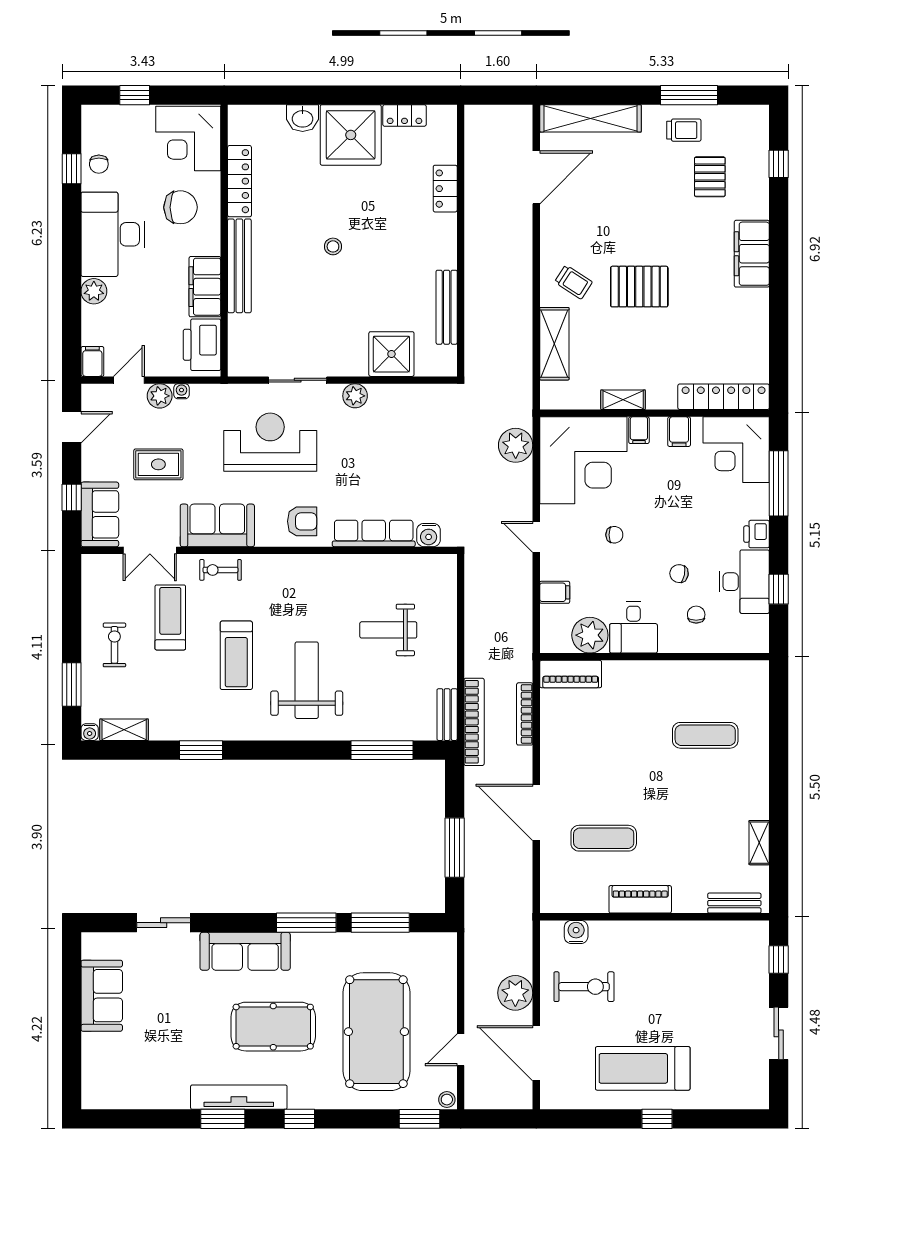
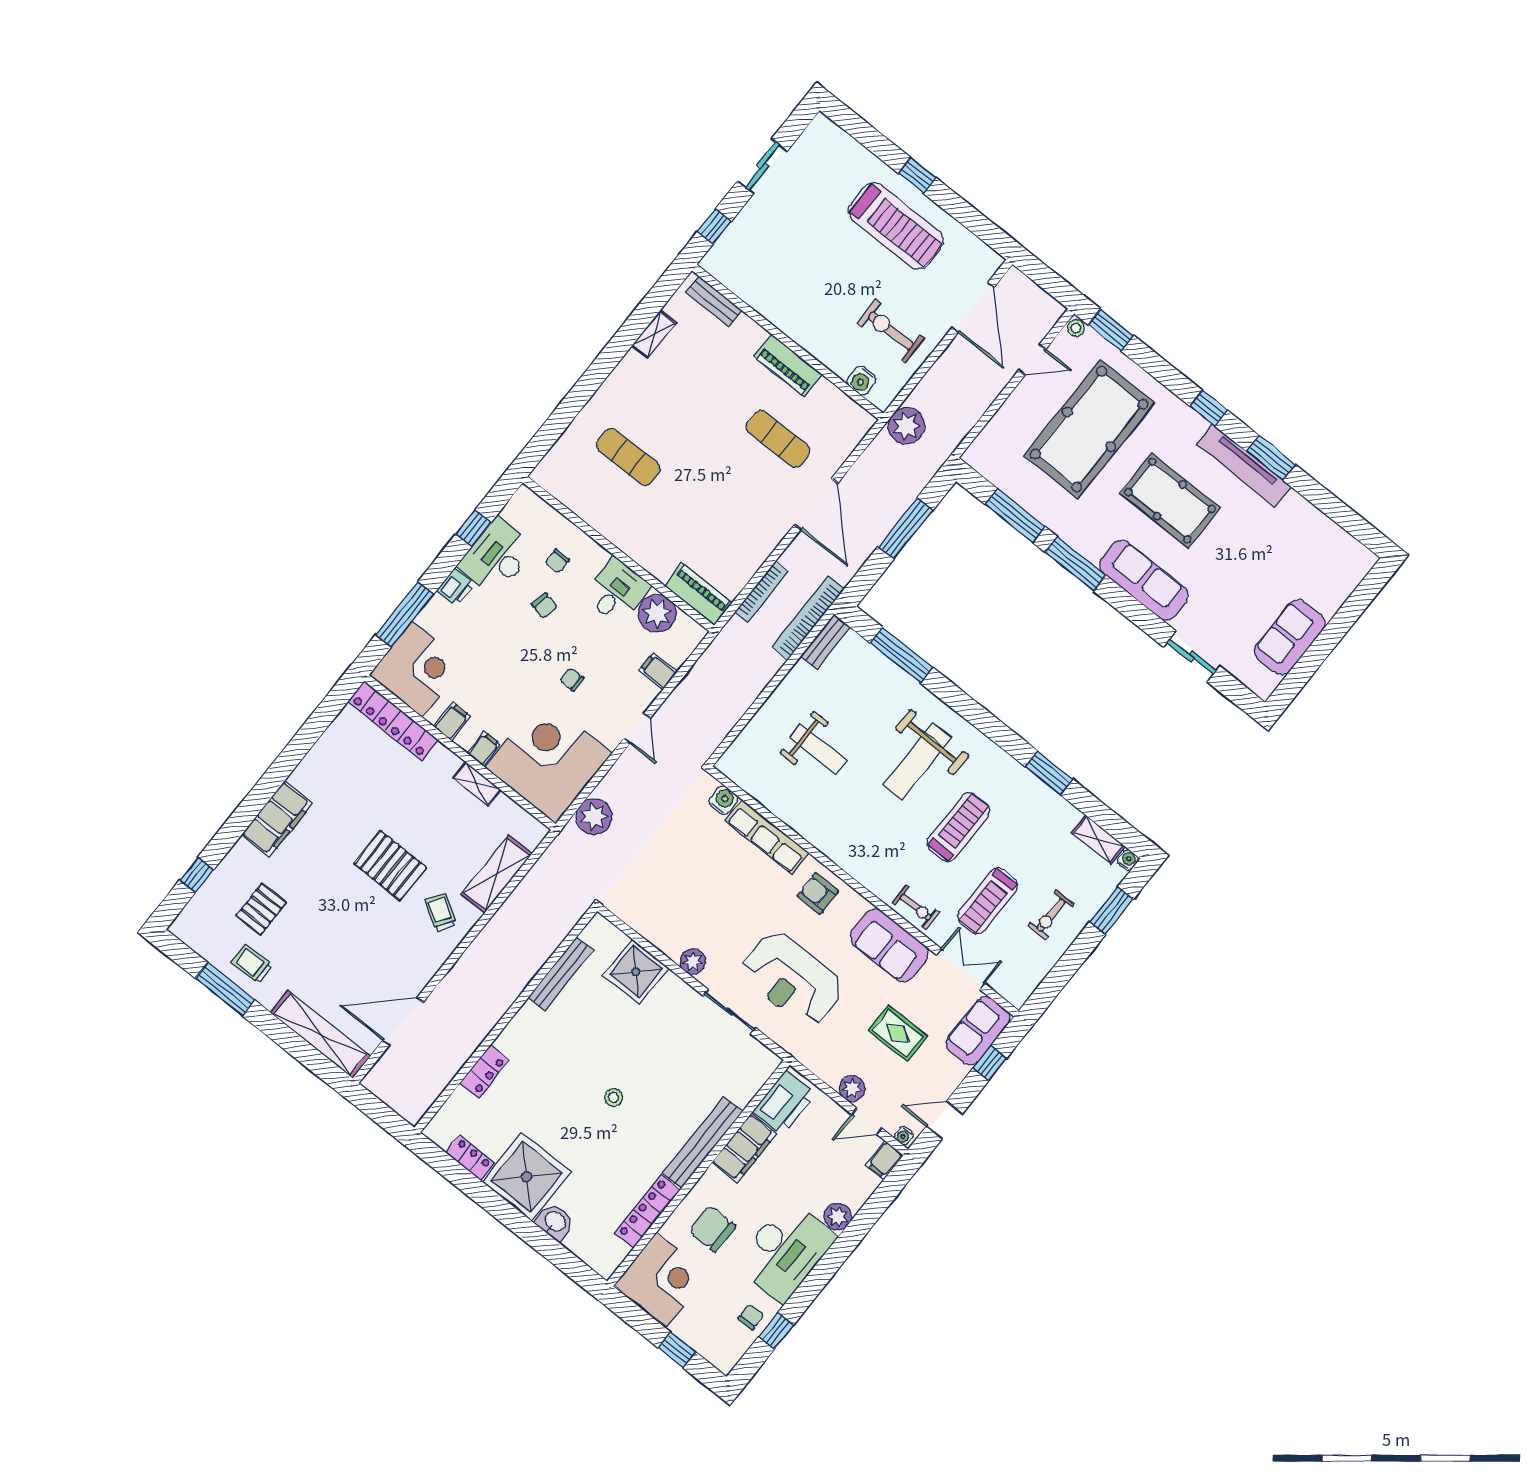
water cooler: (182, 391) -> (904, 1136), moved
plant: (515, 993) -> (906, 426), moved

